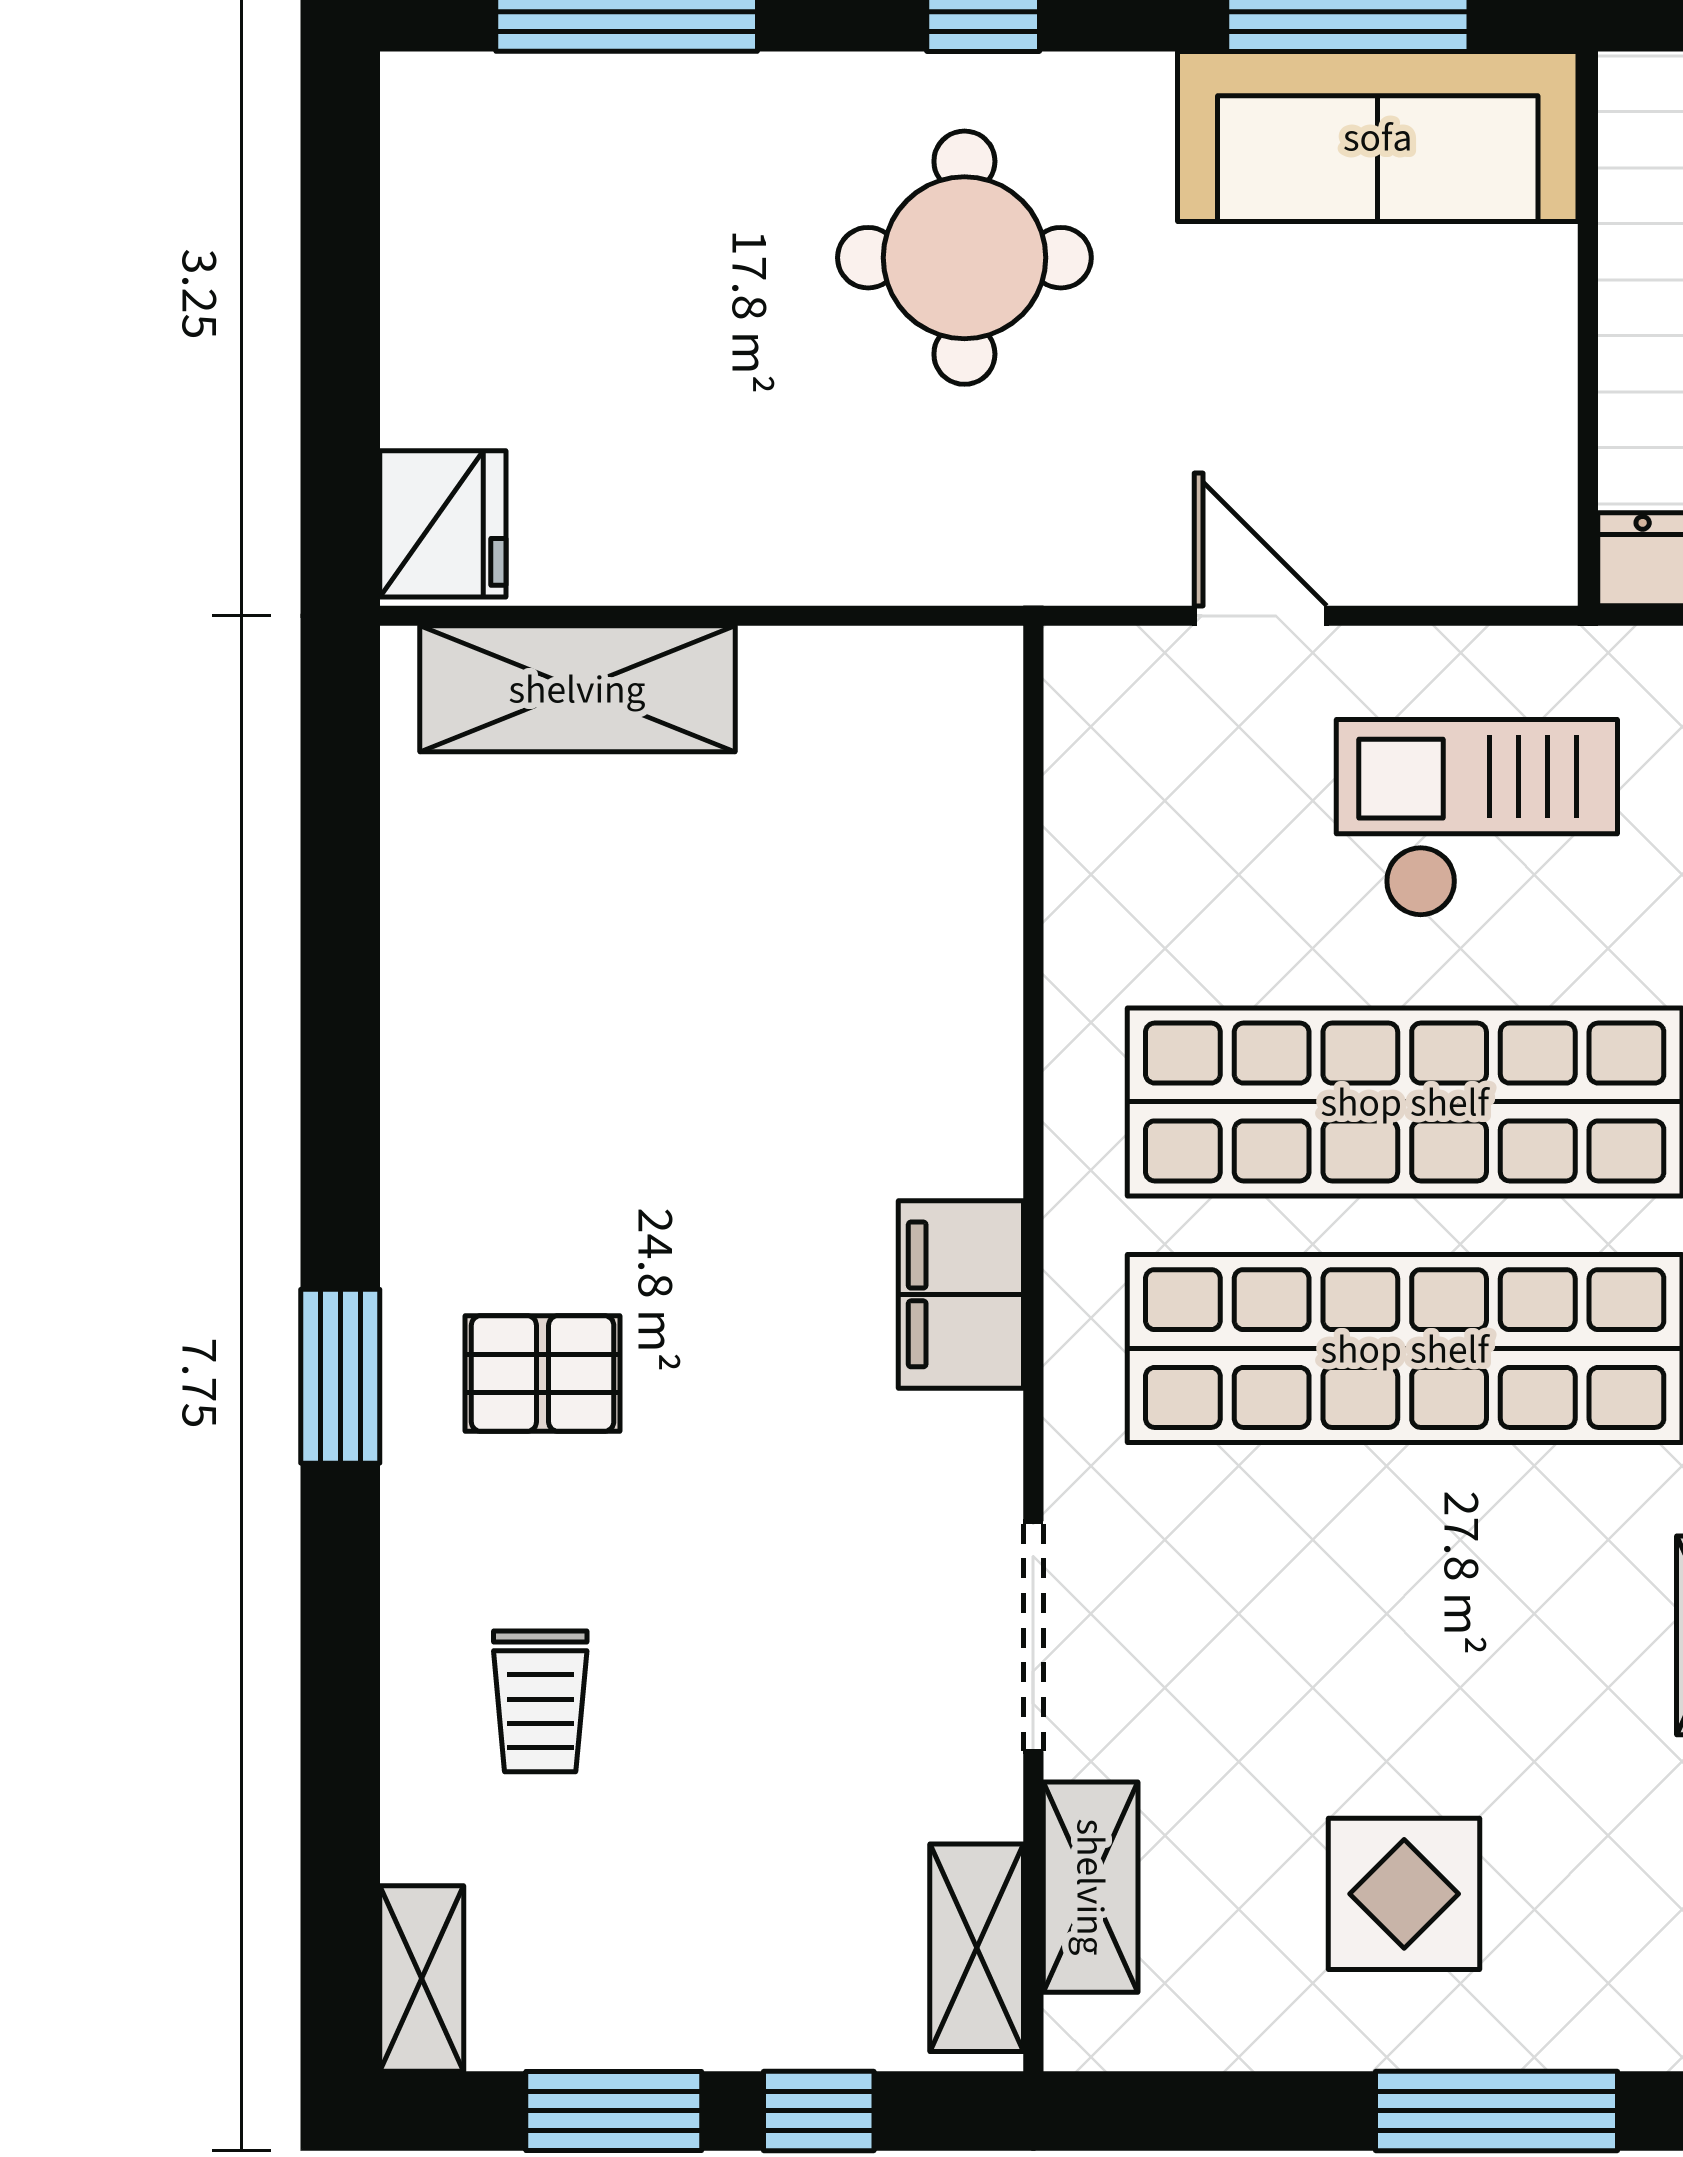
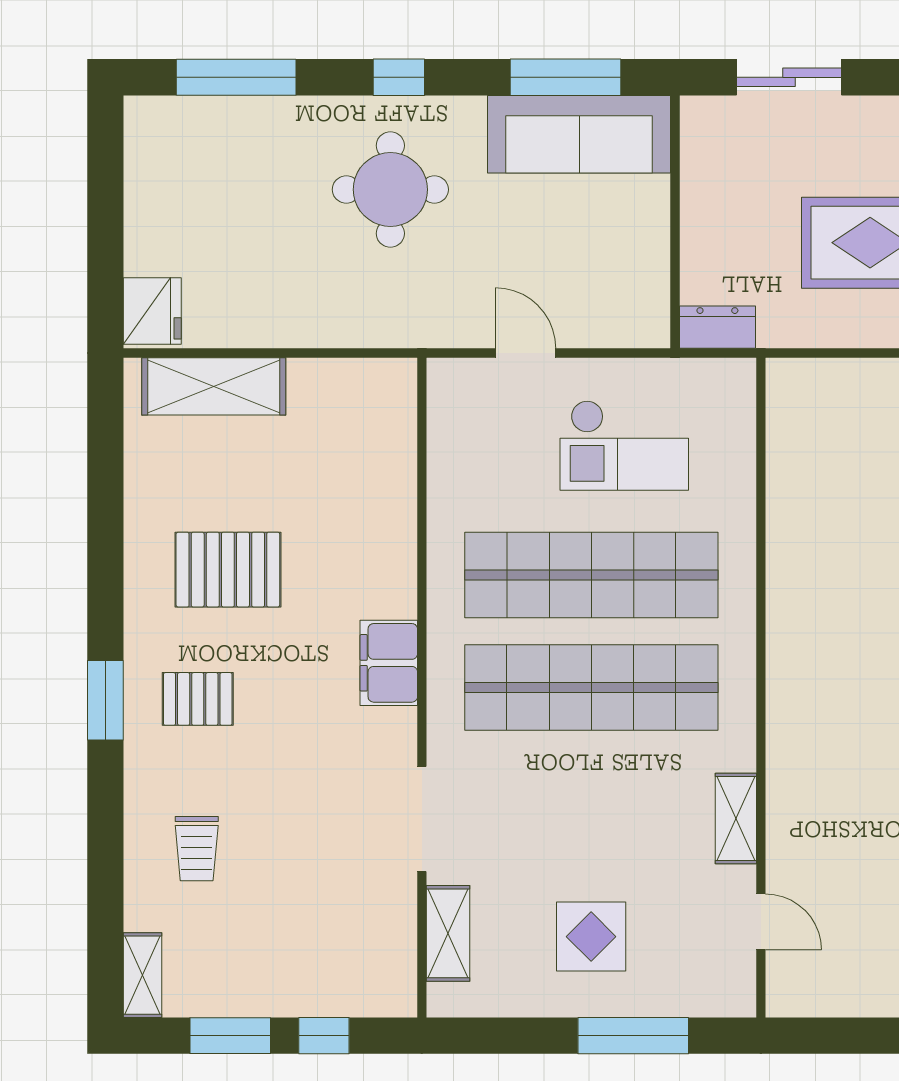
checkout: (1477, 818) -> (624, 445), turned 180
pallet: (609, 1090) -> (228, 570), added
shelving: (977, 1948) -> (396, 961), removed

